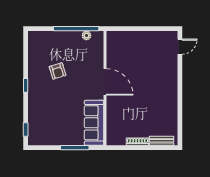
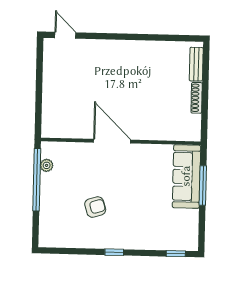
door: (105, 82) -> (112, 141), hinge flipped
sofa: (94, 123) -> (186, 176), moved, turned 90

